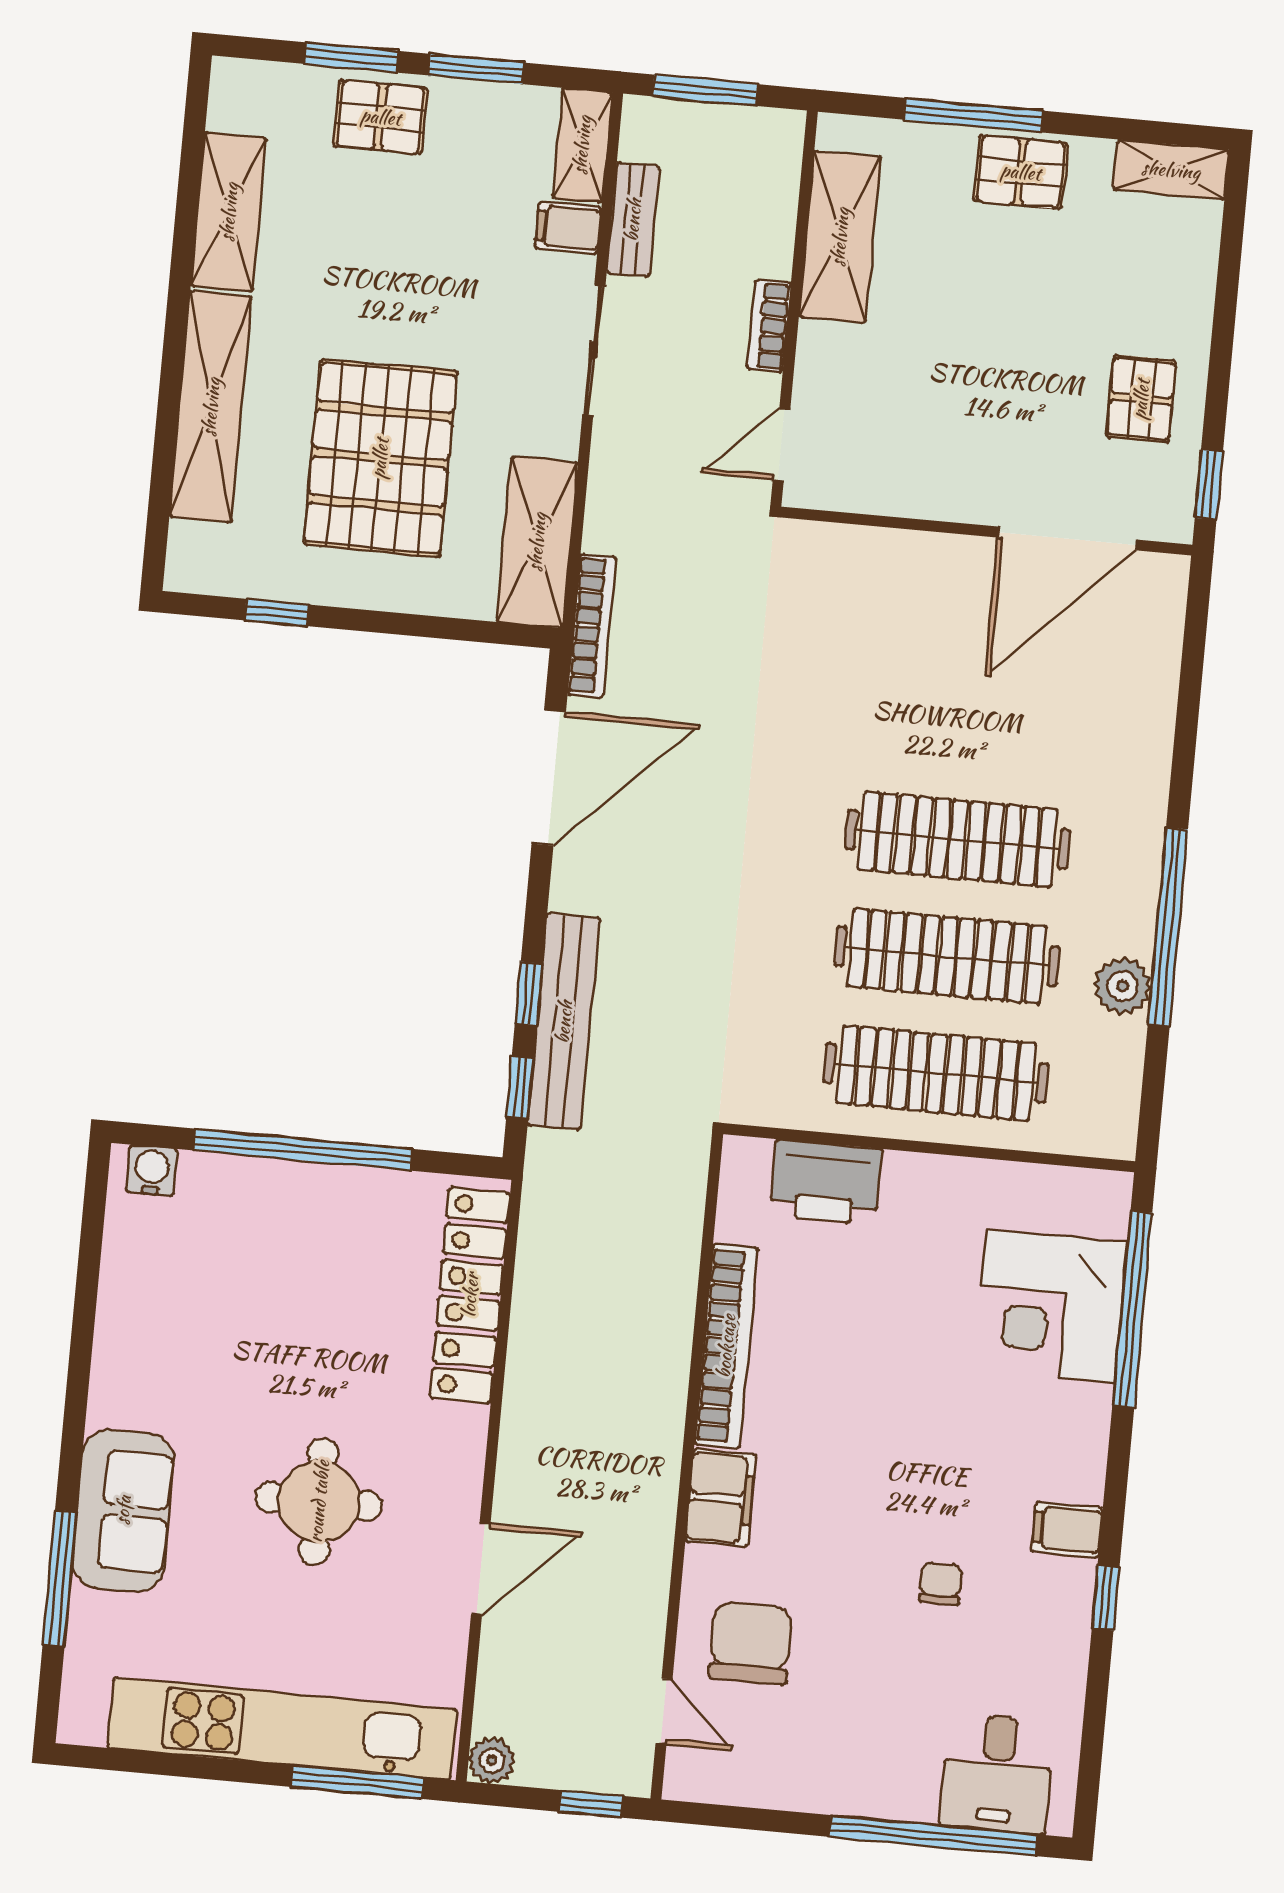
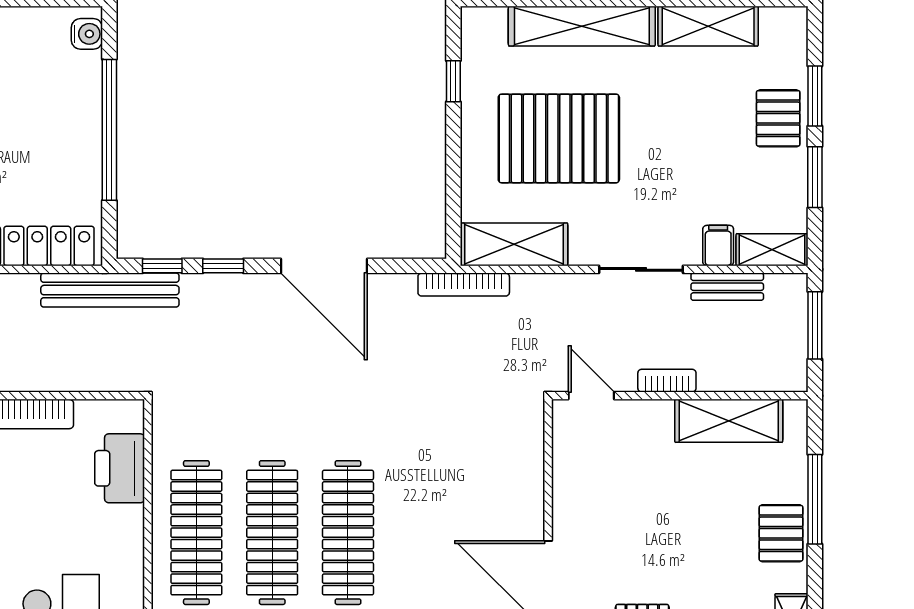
door: (549, 778) -> (324, 266), moved
bench: (564, 1022) -> (110, 290), moved

